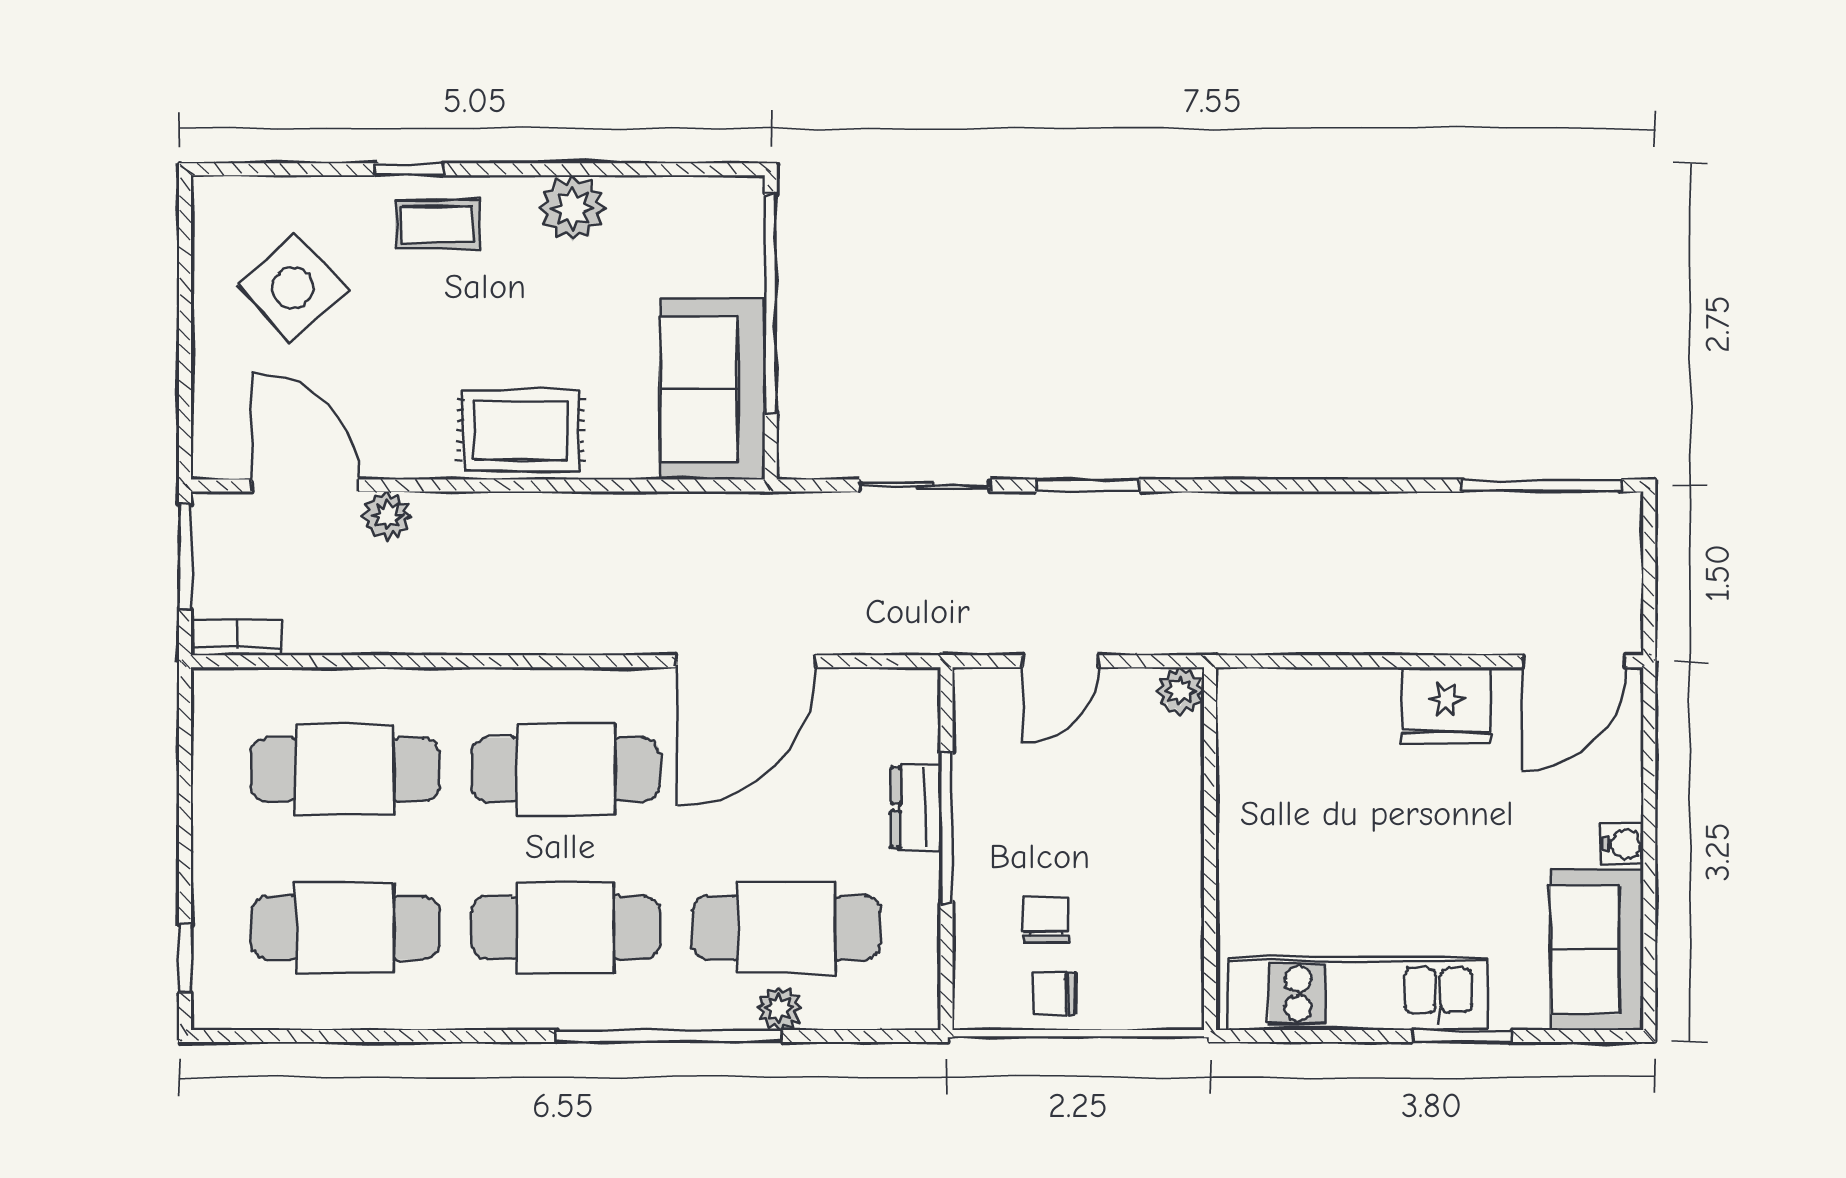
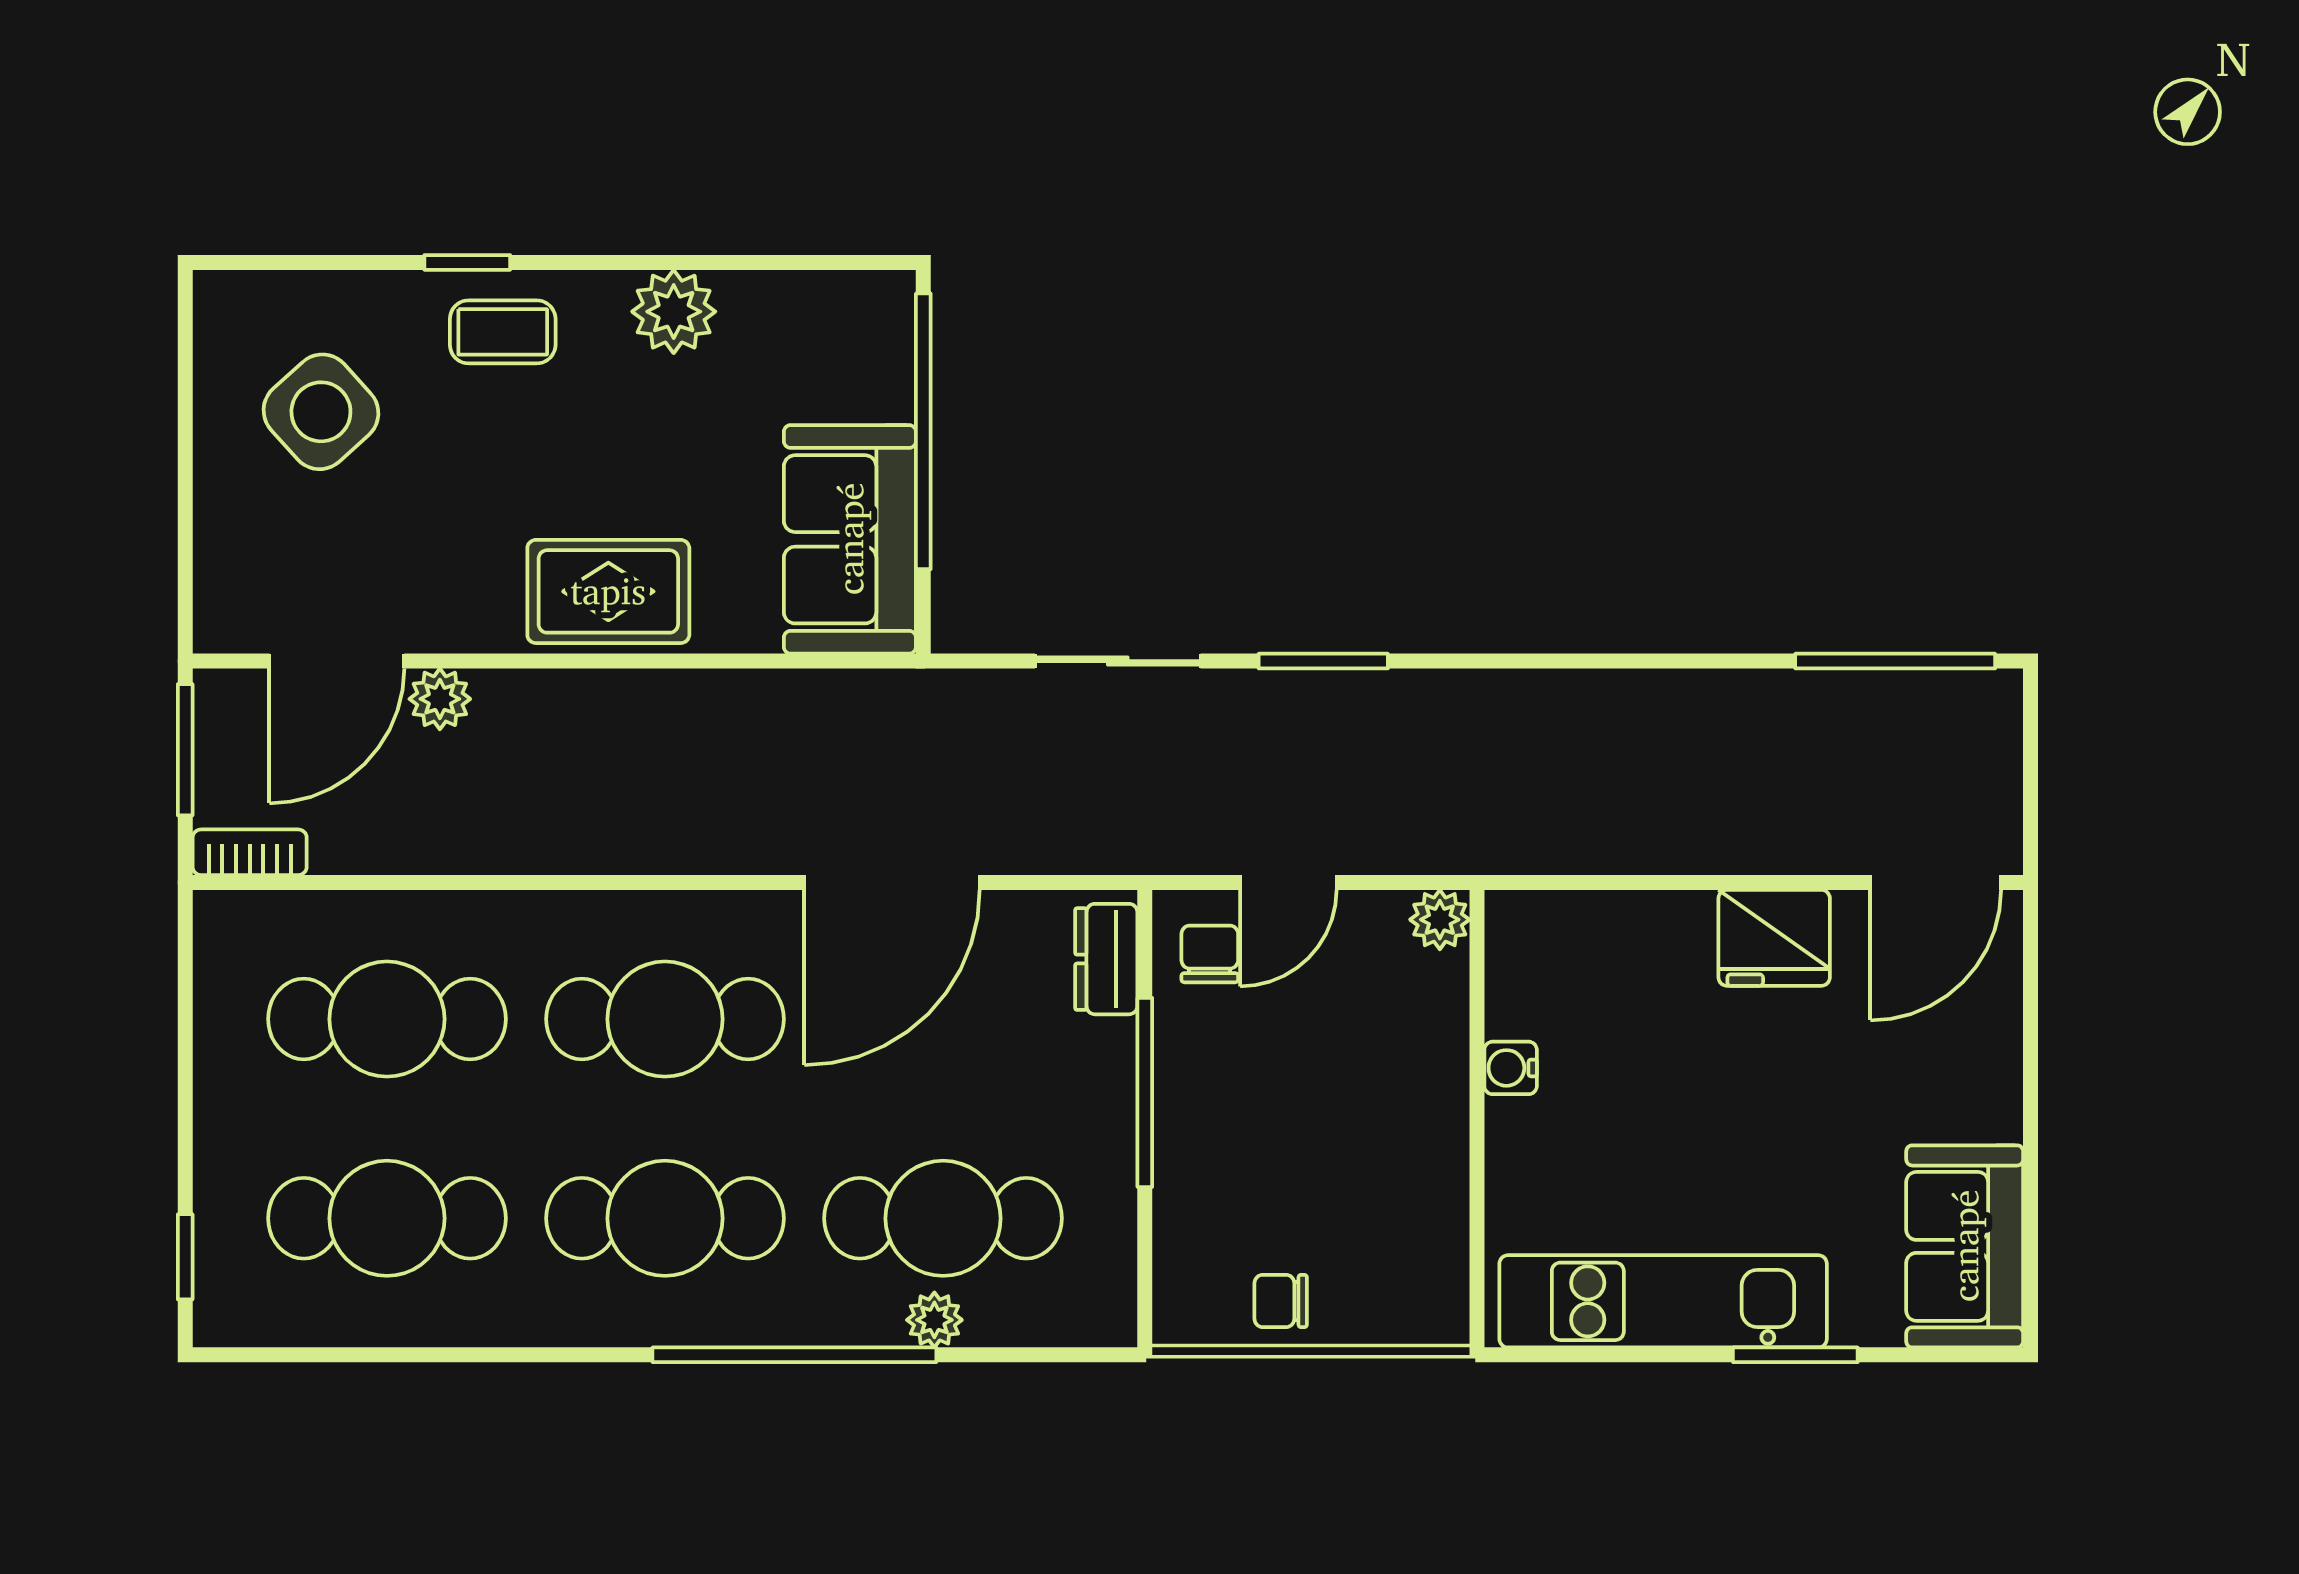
door: (305, 486) -> (337, 661), swing flipped
dresser: (916, 808) -> (1106, 959), moved
water cooler: (1622, 844) -> (1511, 1068), moved, turned 180
chair: (1046, 920) -> (1210, 954), moved

